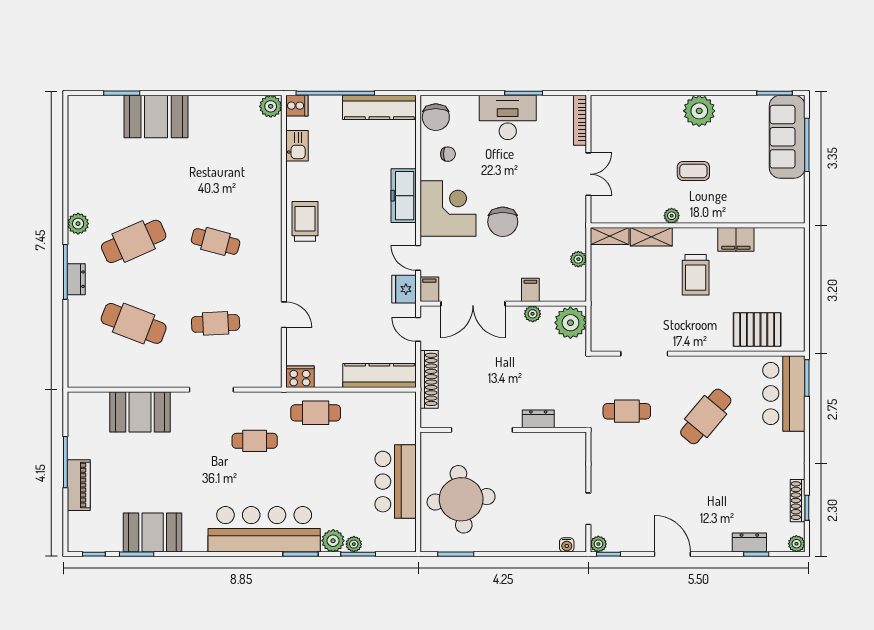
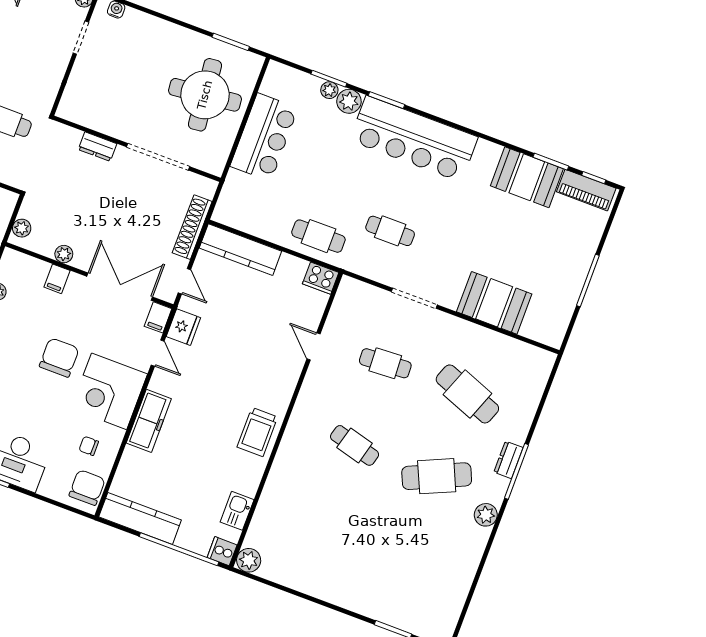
booth: (156, 117) -> (367, 593), removed
plant: (570, 323) -> (22, 228), width x0.53, depth x0.53
piano: (79, 485) -> (586, 190), moved, turned -90

